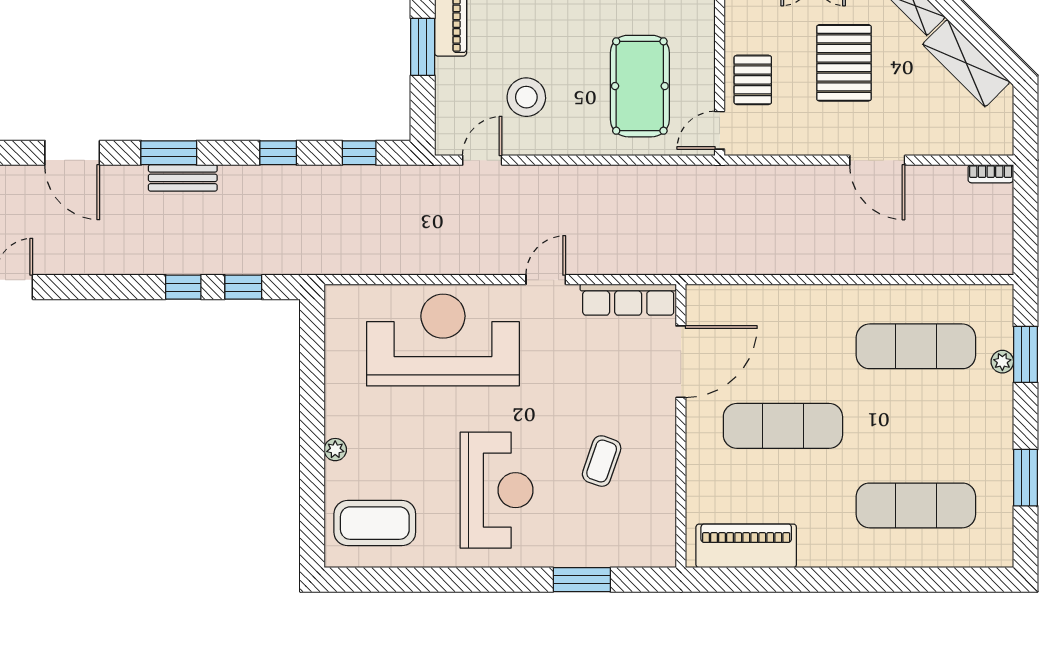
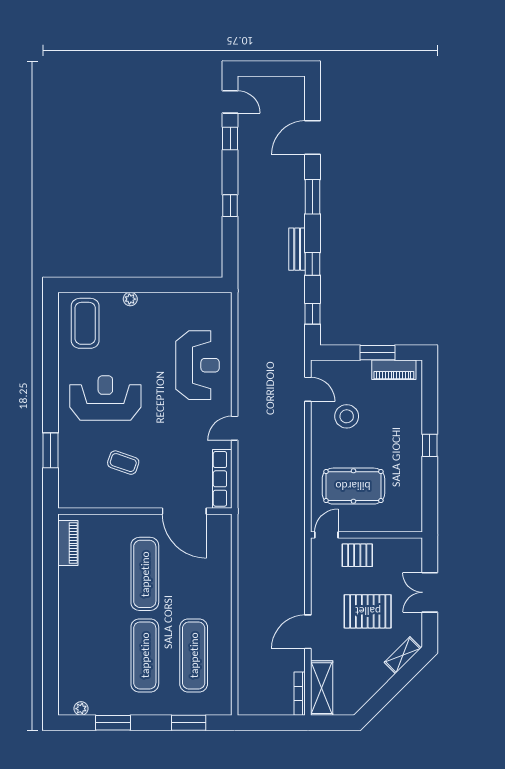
shelving: (966, 63) -> (322, 688), moved, turned -45
door: (720, 130) -> (326, 535), hinge flipped
bookcase: (991, 174) -> (300, 694), width x1.56
bench: (183, 178) -> (297, 249), moved
door: (546, 280) -> (235, 428), swing flipped
window: (243, 287) -> (230, 138), moved
reception desk: (443, 340) -> (197, 365), width x0.74, depth x0.77
plant: (1002, 362) -> (81, 709), moved
reception desk: (497, 490) -> (105, 398), turned 180
exercise mat: (916, 505) -> (145, 655), moved
piano: (746, 546) -> (68, 543), width x0.73, depth x0.75

